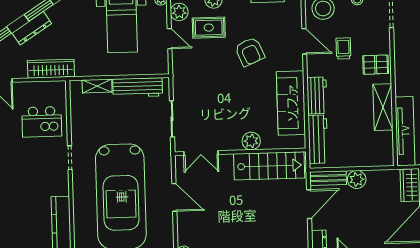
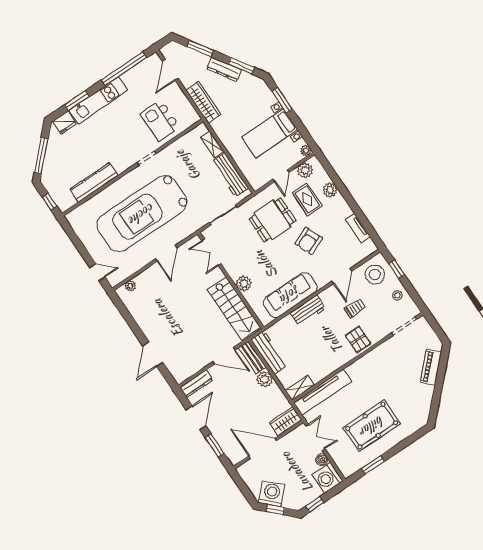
dining table: (207, 74) -> (272, 220), added
shelving: (383, 107) -> (300, 388), moved, width x0.67, depth x0.75
workbench: (318, 139) -> (269, 352), moved, turned -90

